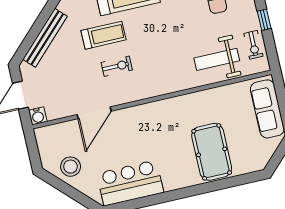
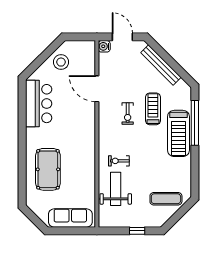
treadmill: (104, 35) -> (153, 109), turned 180
exercise bike: (253, 45) -> (119, 161), moved
pool table: (212, 152) -> (48, 169), turned 90

